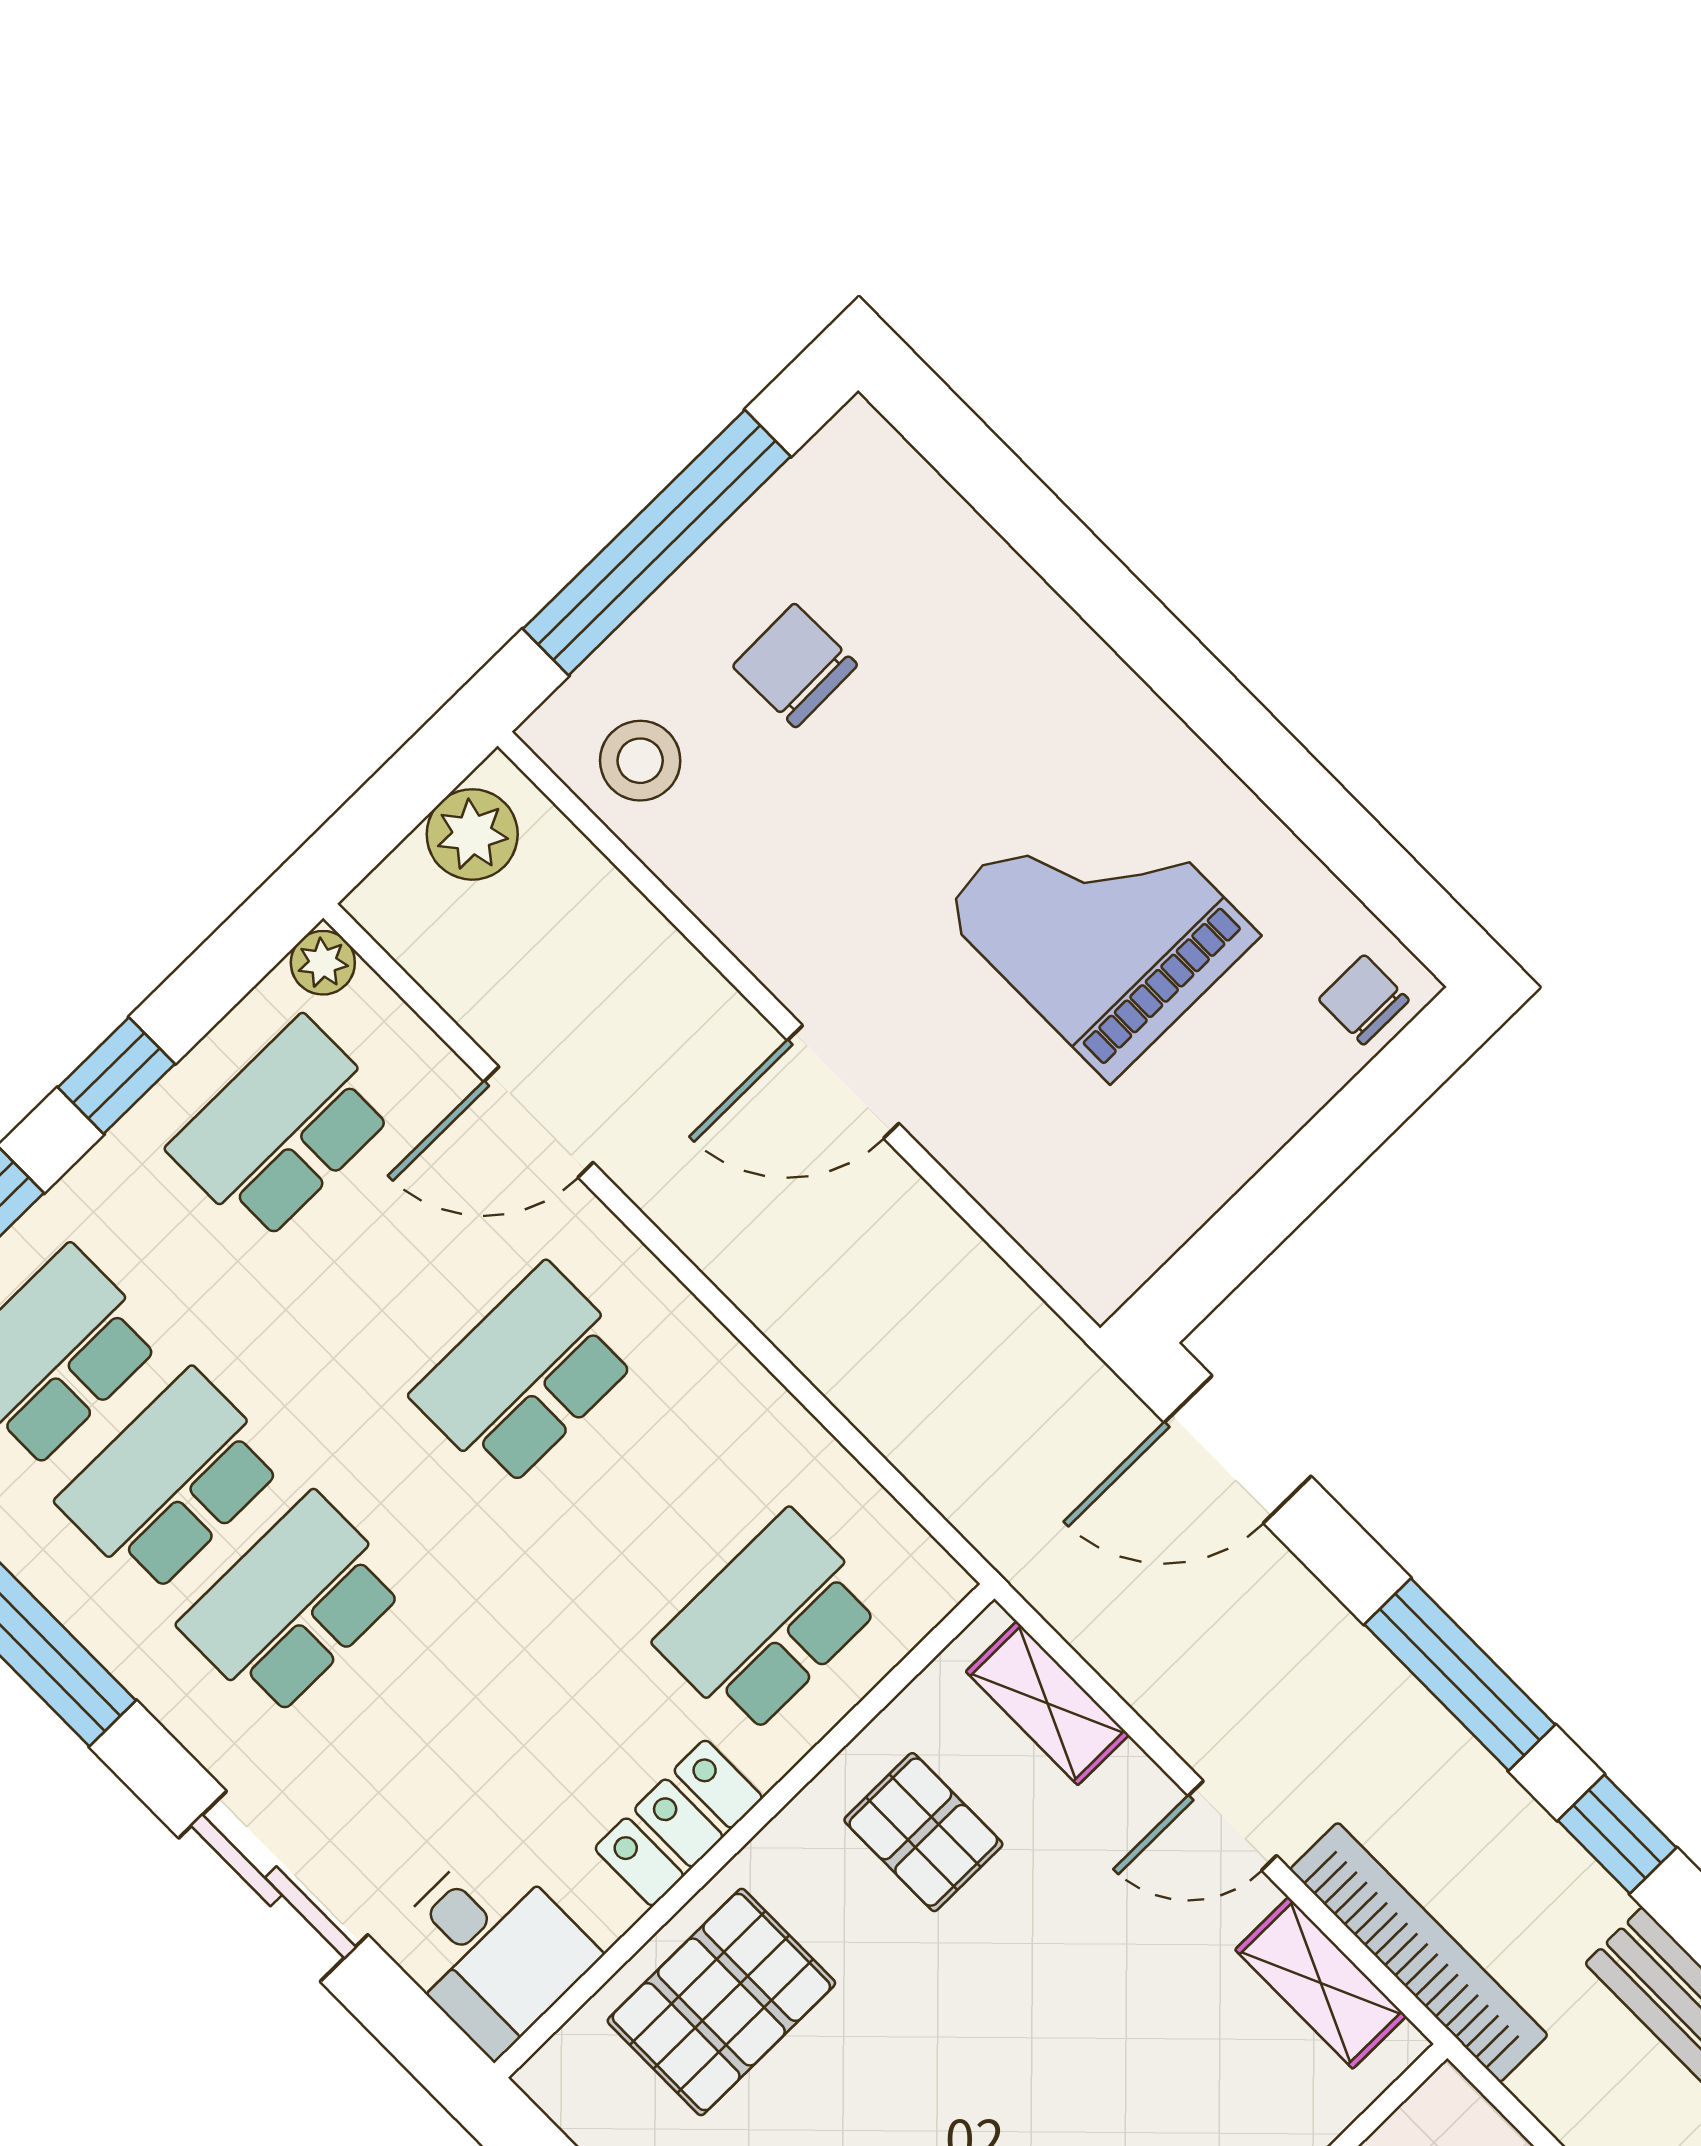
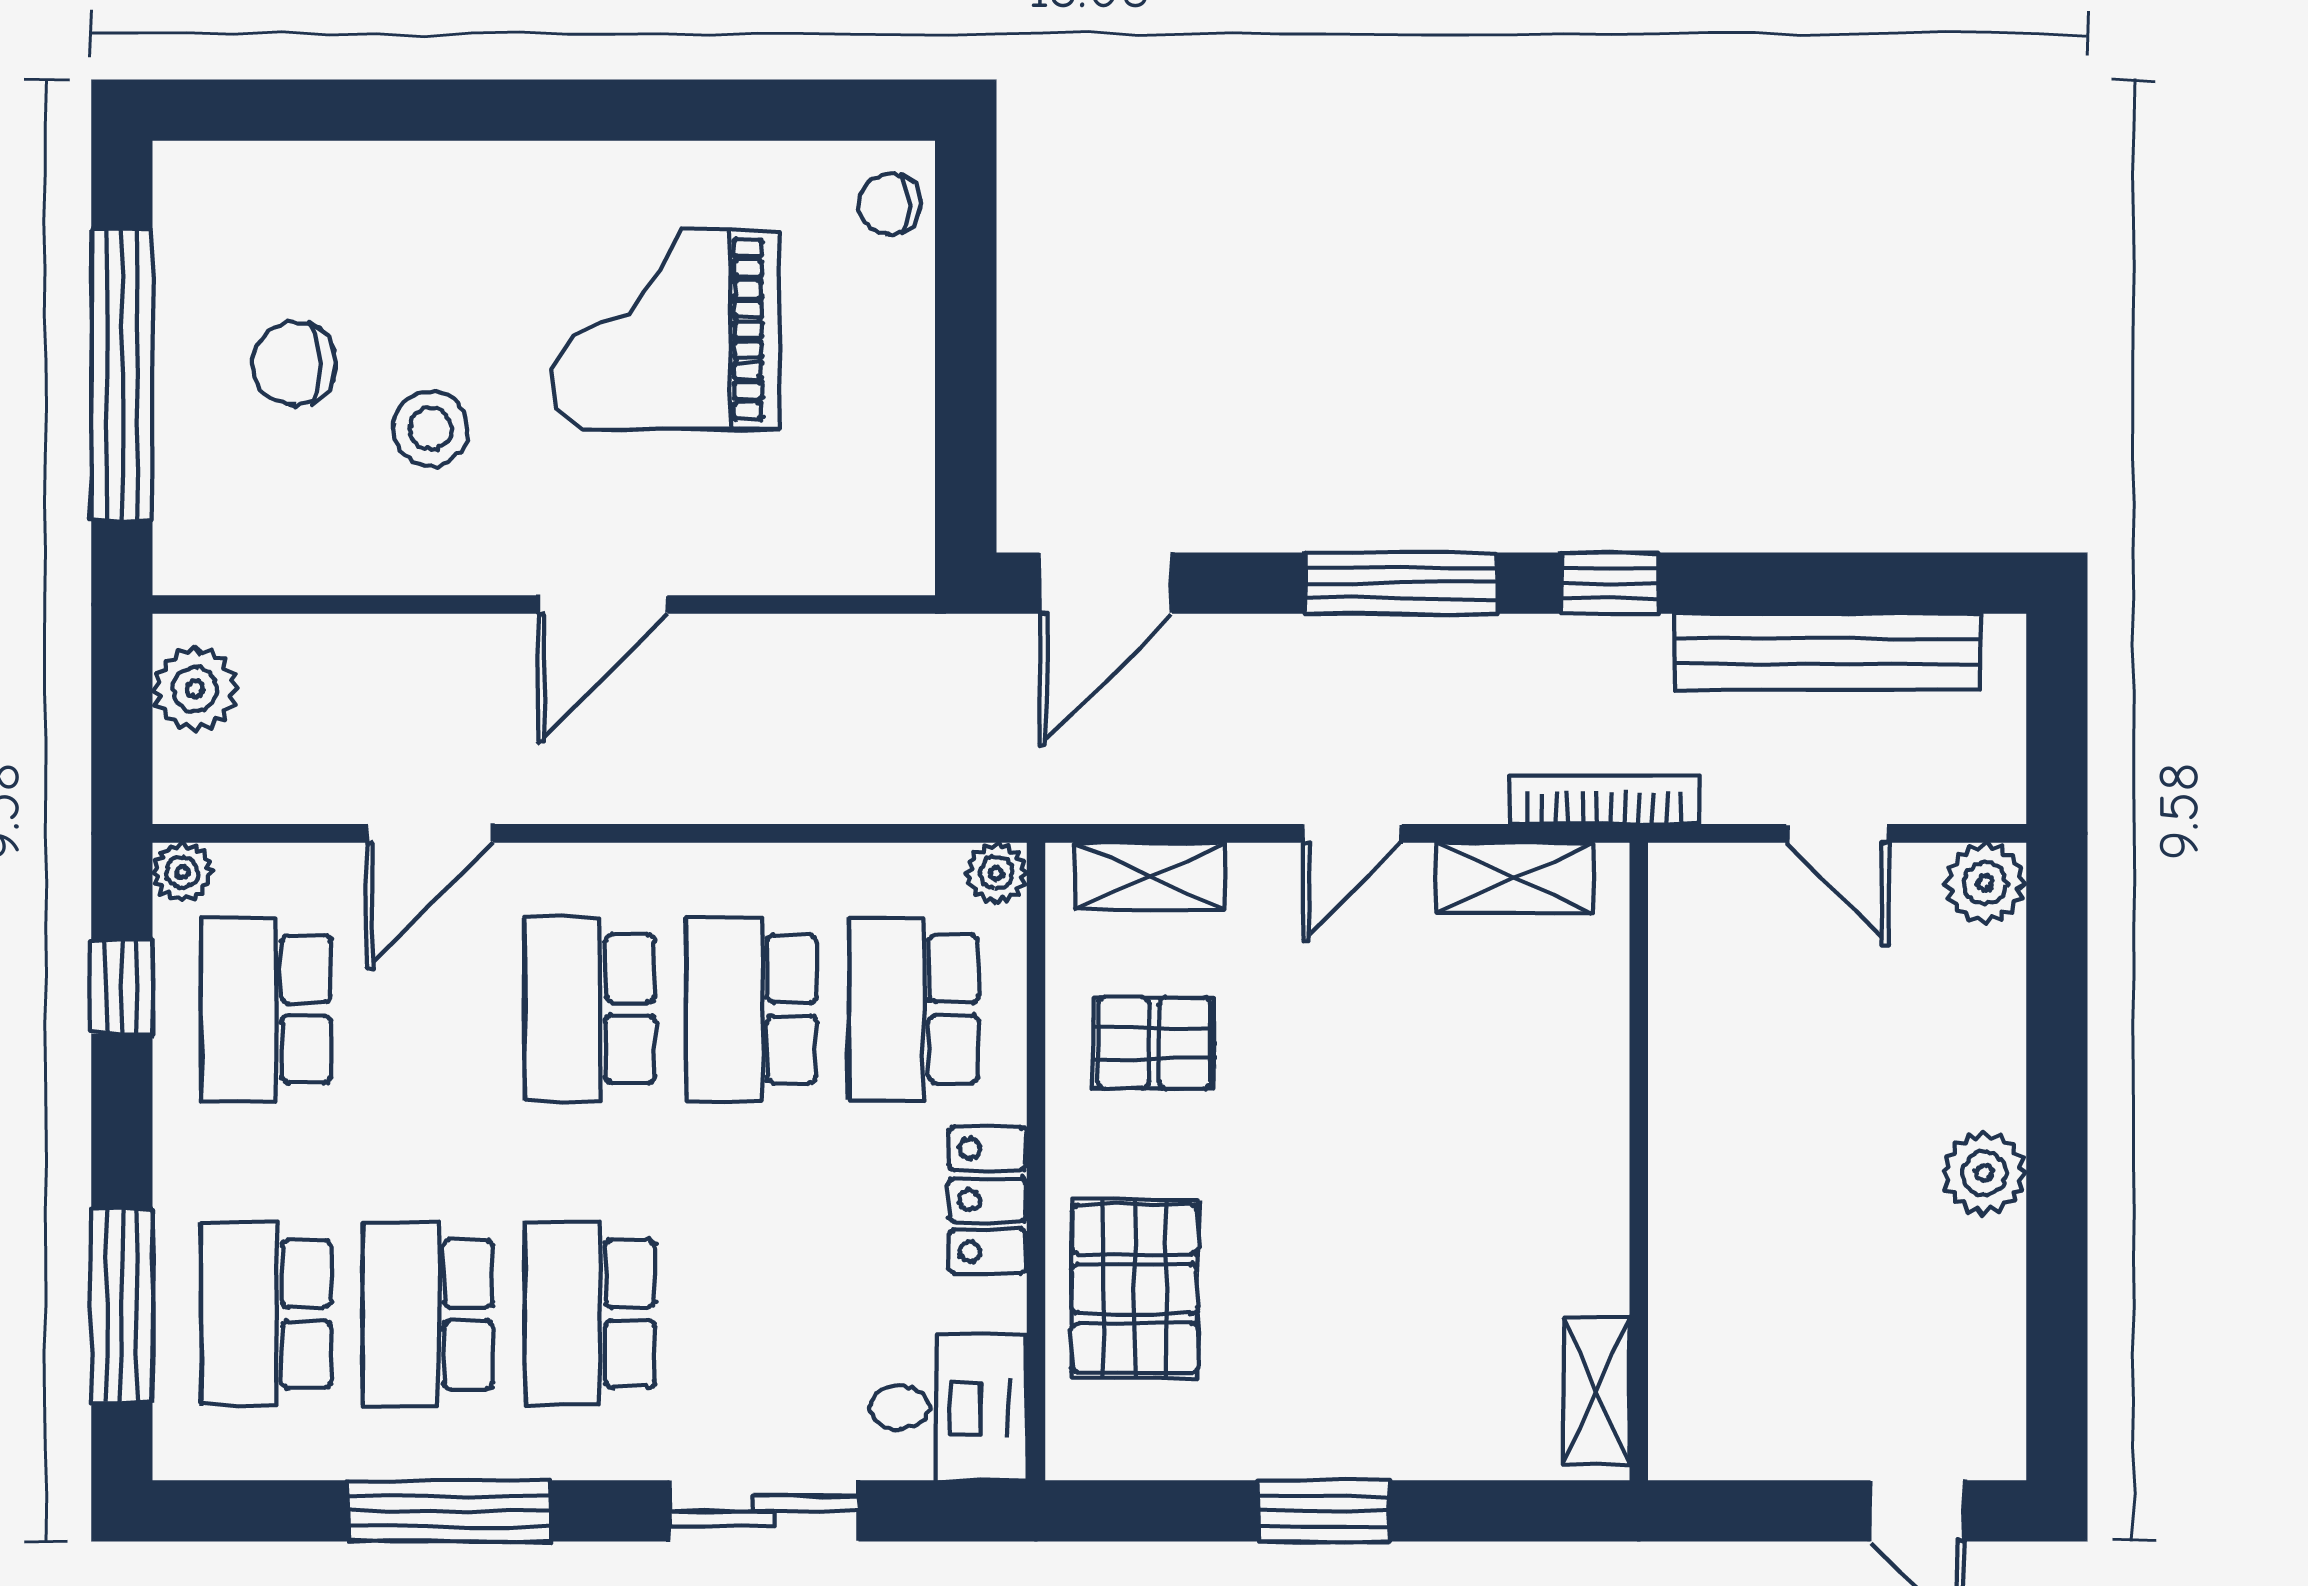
stool: (640, 761) -> (430, 429), moved
window: (116, 1076) -> (122, 987), moved
school desk: (647, 1499) -> (751, 1009), added
plant: (934, 1584) -> (996, 873), added
bookcase: (1419, 1952) -> (1604, 800), width x0.68, depth x0.76

